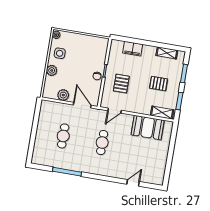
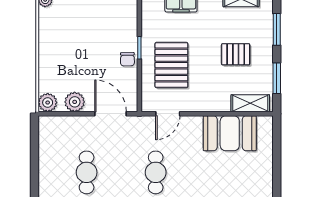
side table: (60, 53) -> (56, 31), removed
plant: (52, 70) -> (48, 103), moved
pallet: (121, 84) -> (171, 65), width x1.50, depth x1.42

